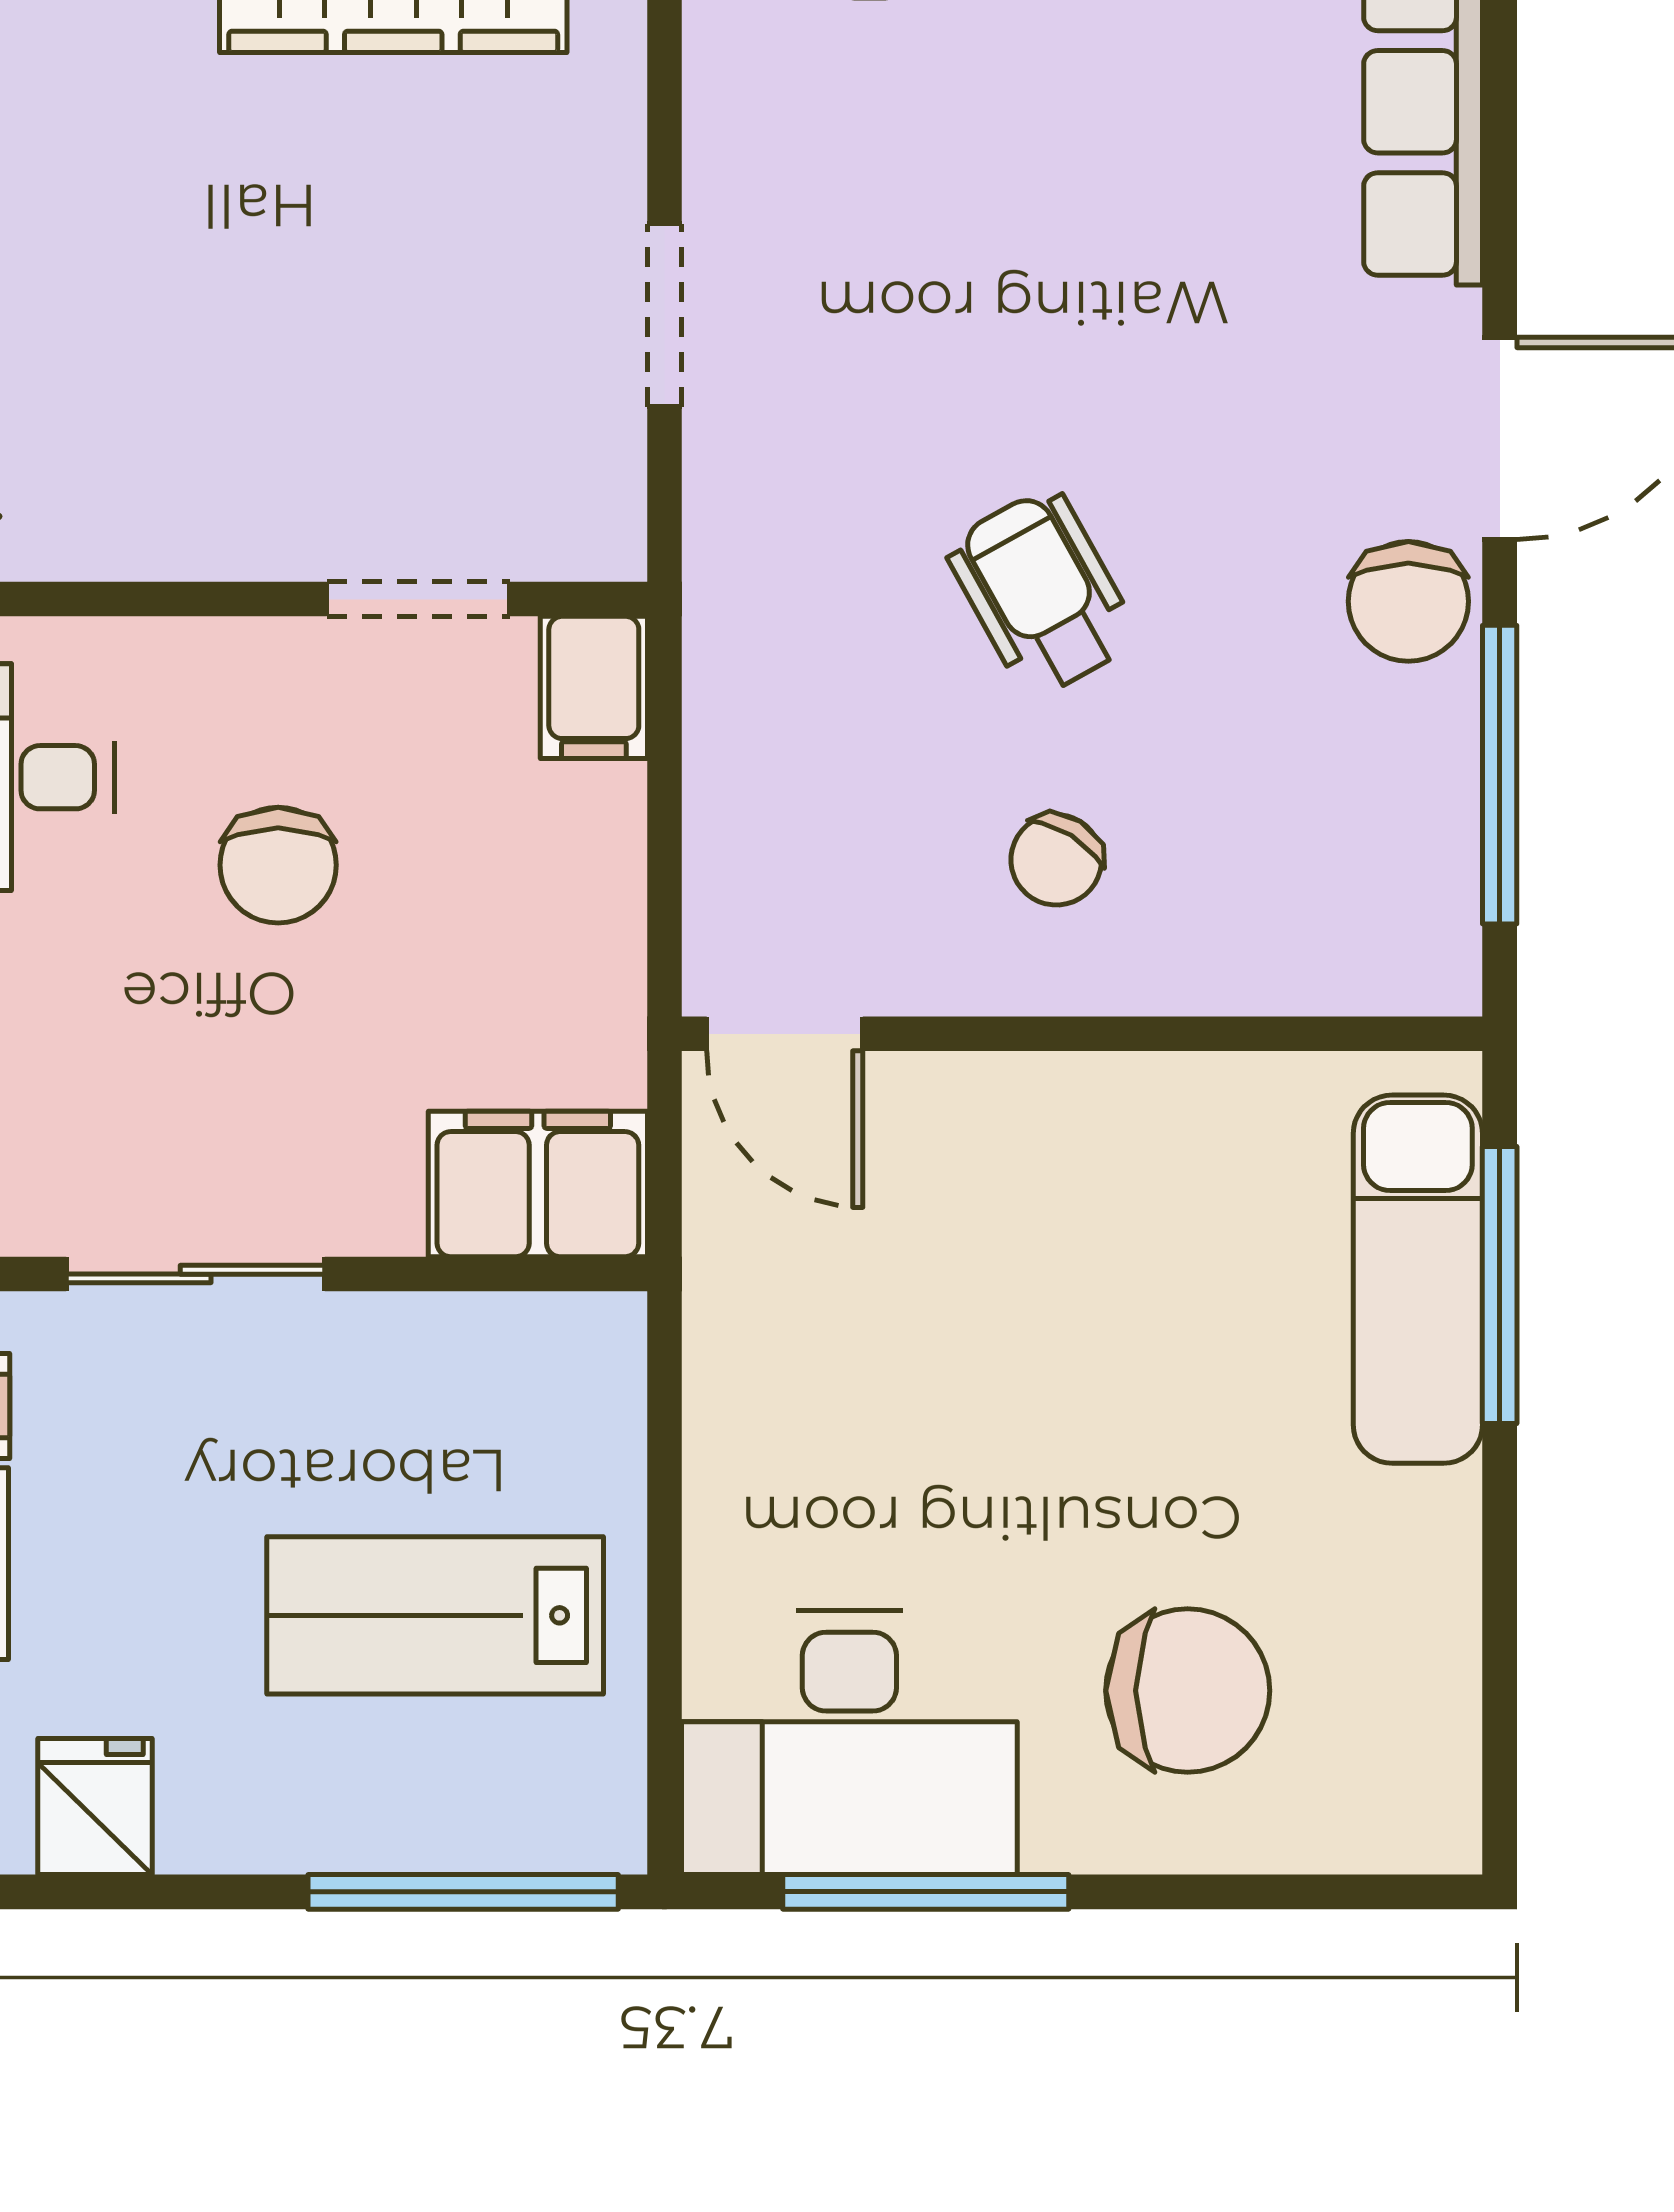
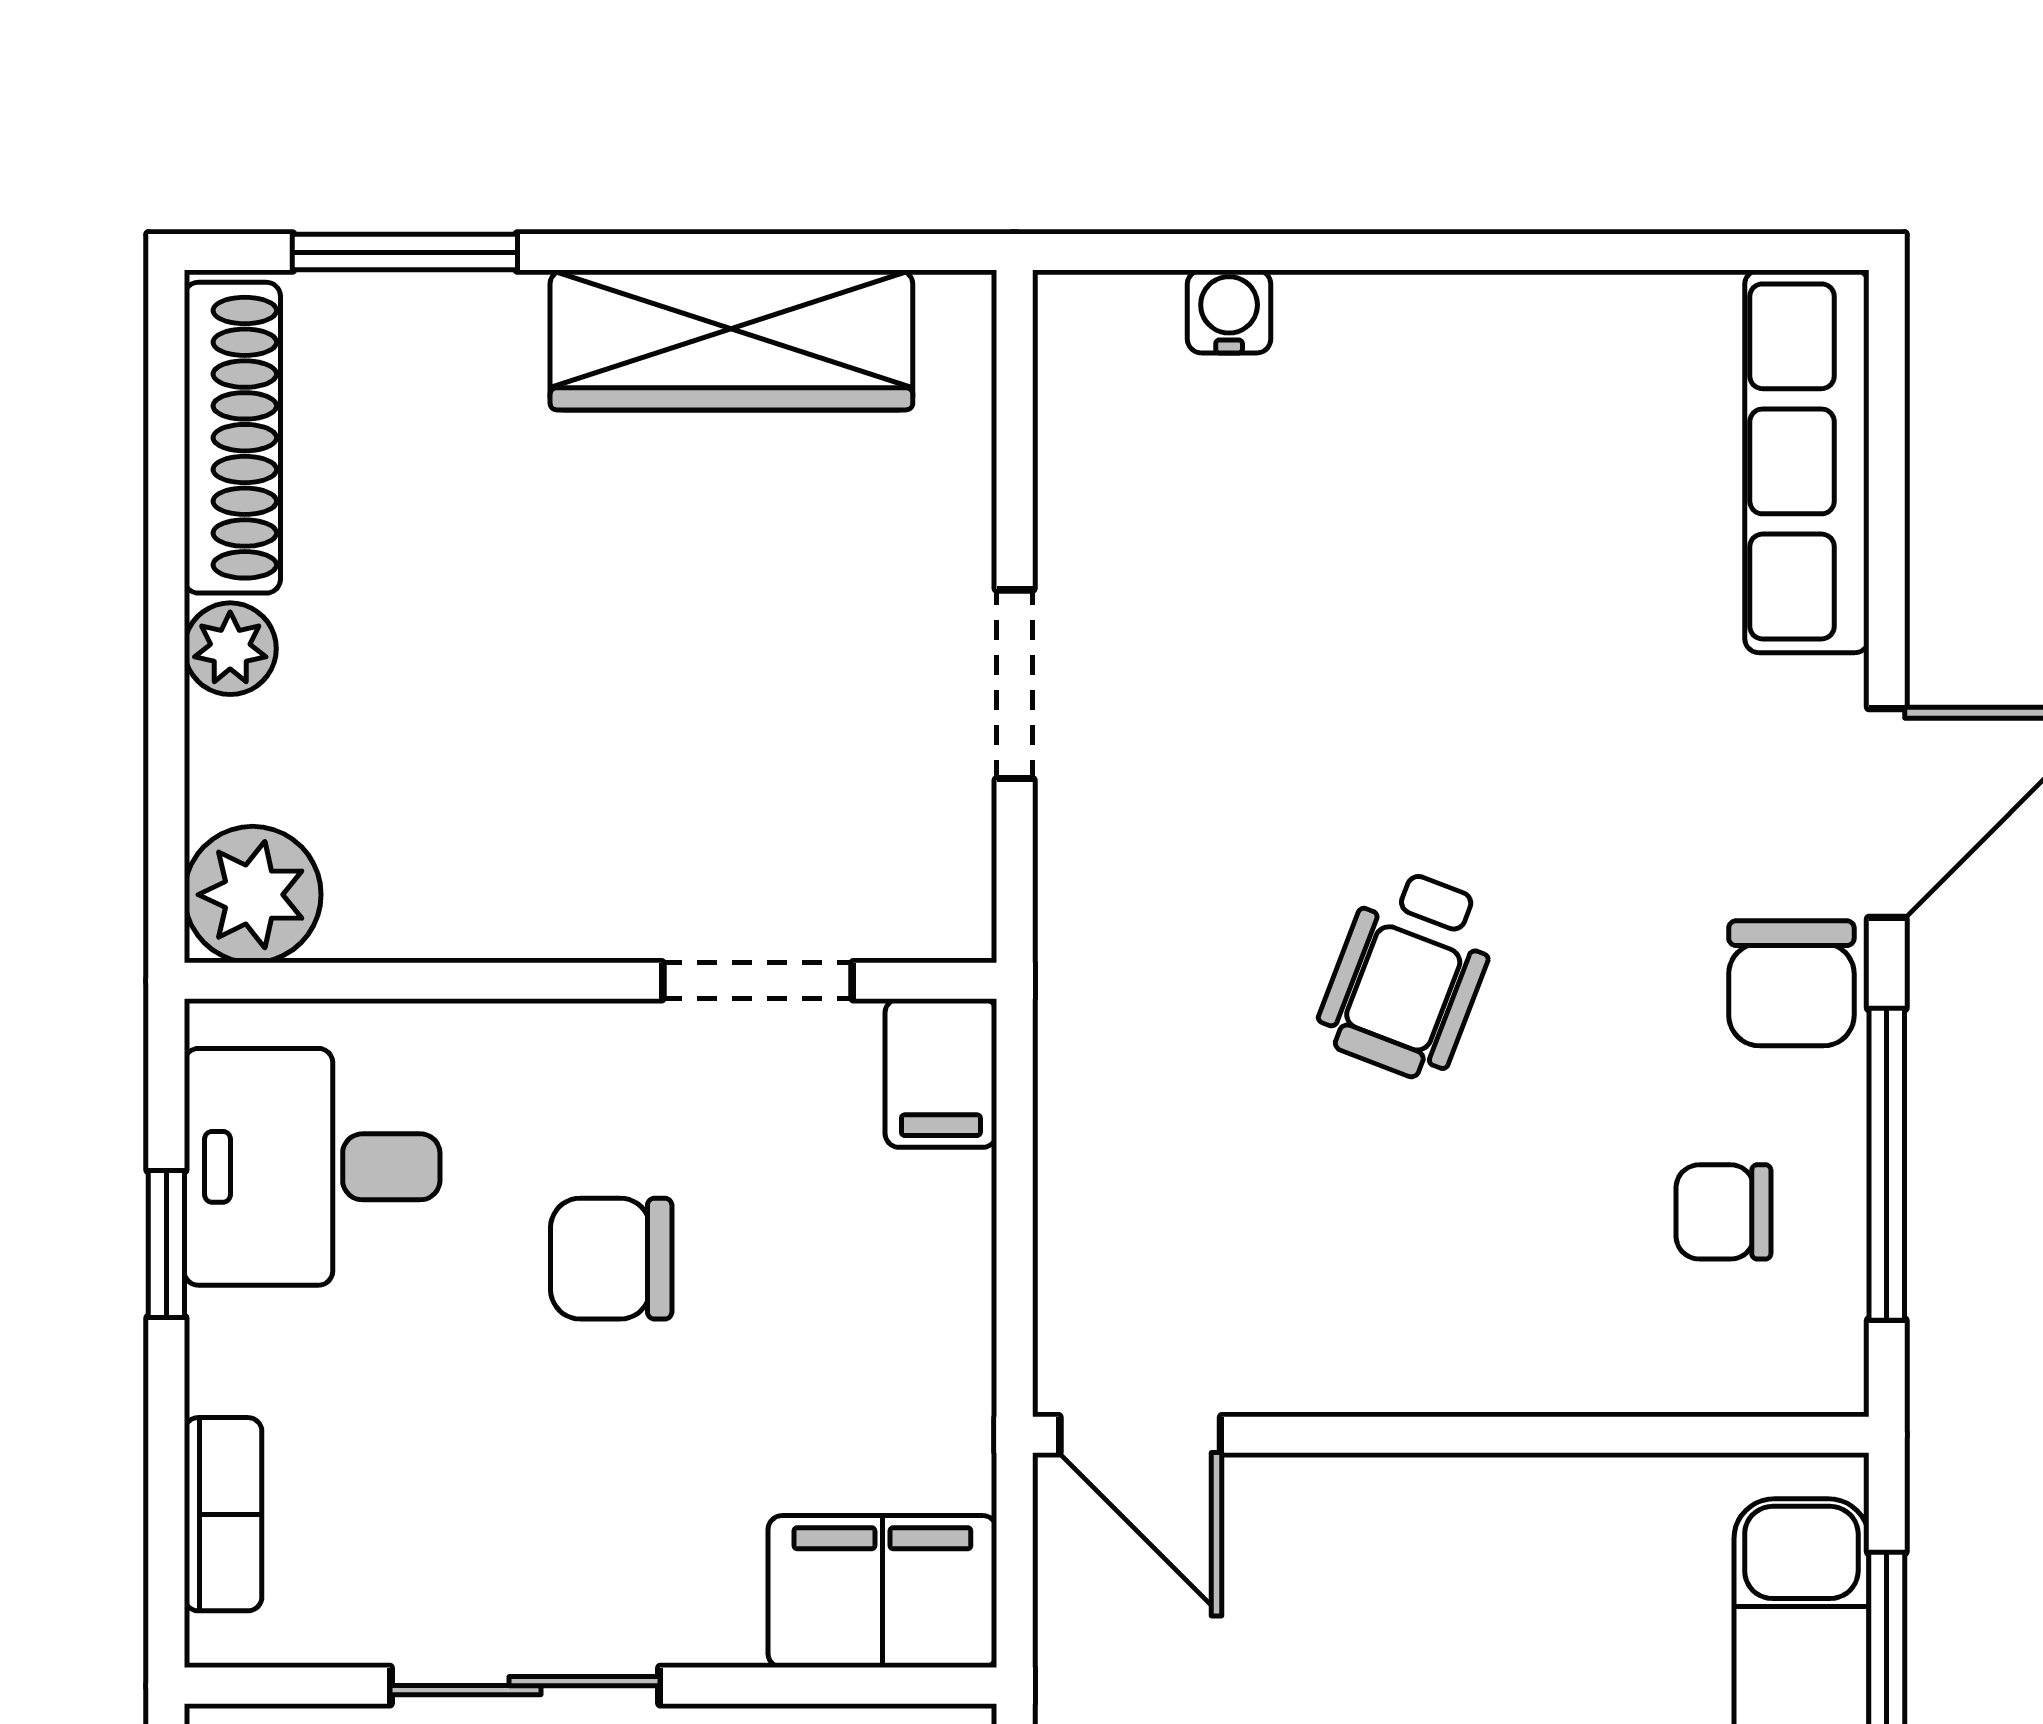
wheelchair: (1042, 593) -> (1409, 974), turned -130
chair: (1056, 860) -> (1723, 1212), moved, turned 58
chair: (278, 865) -> (611, 1259), turned 90

